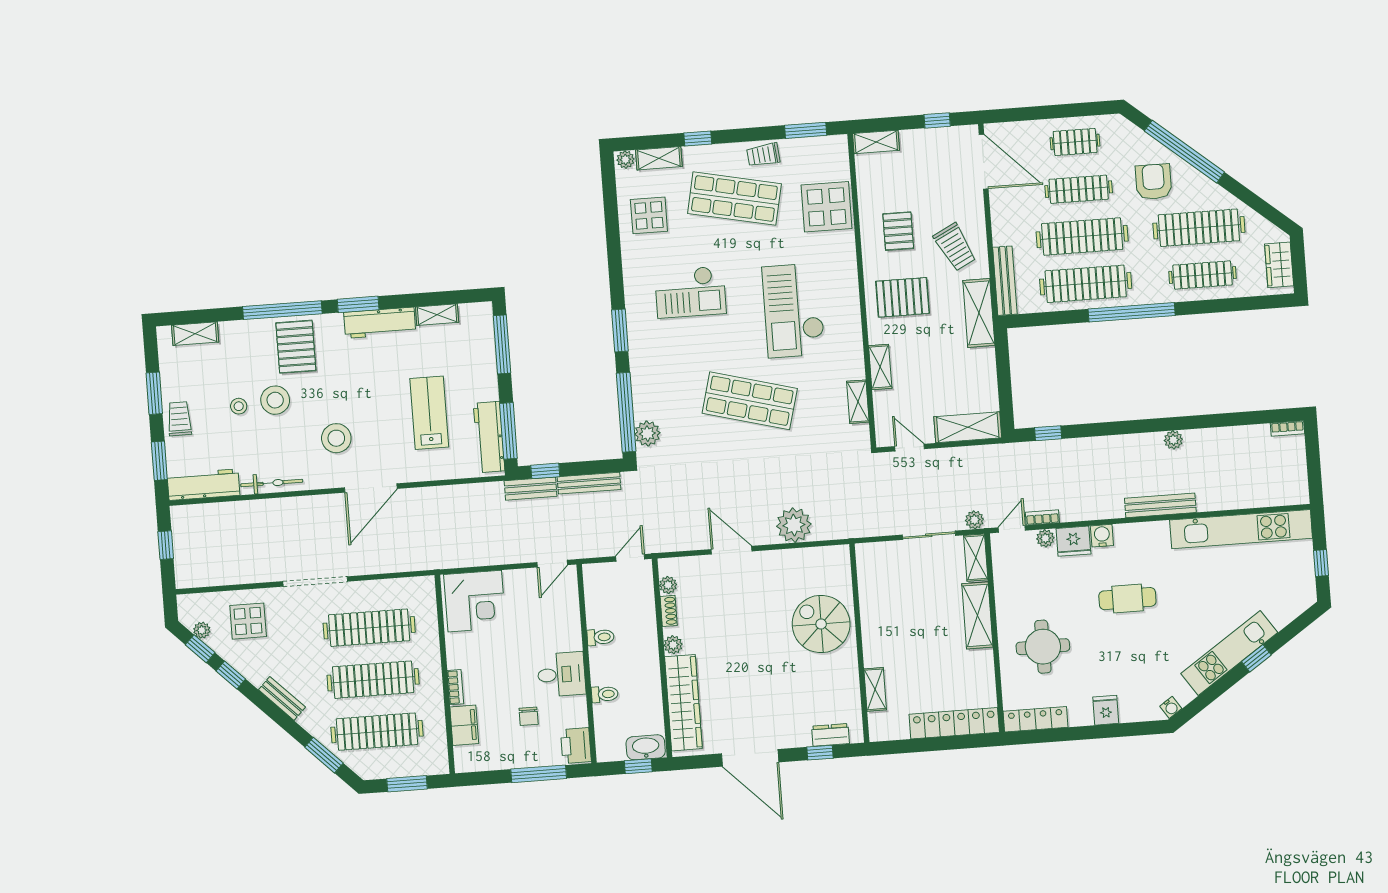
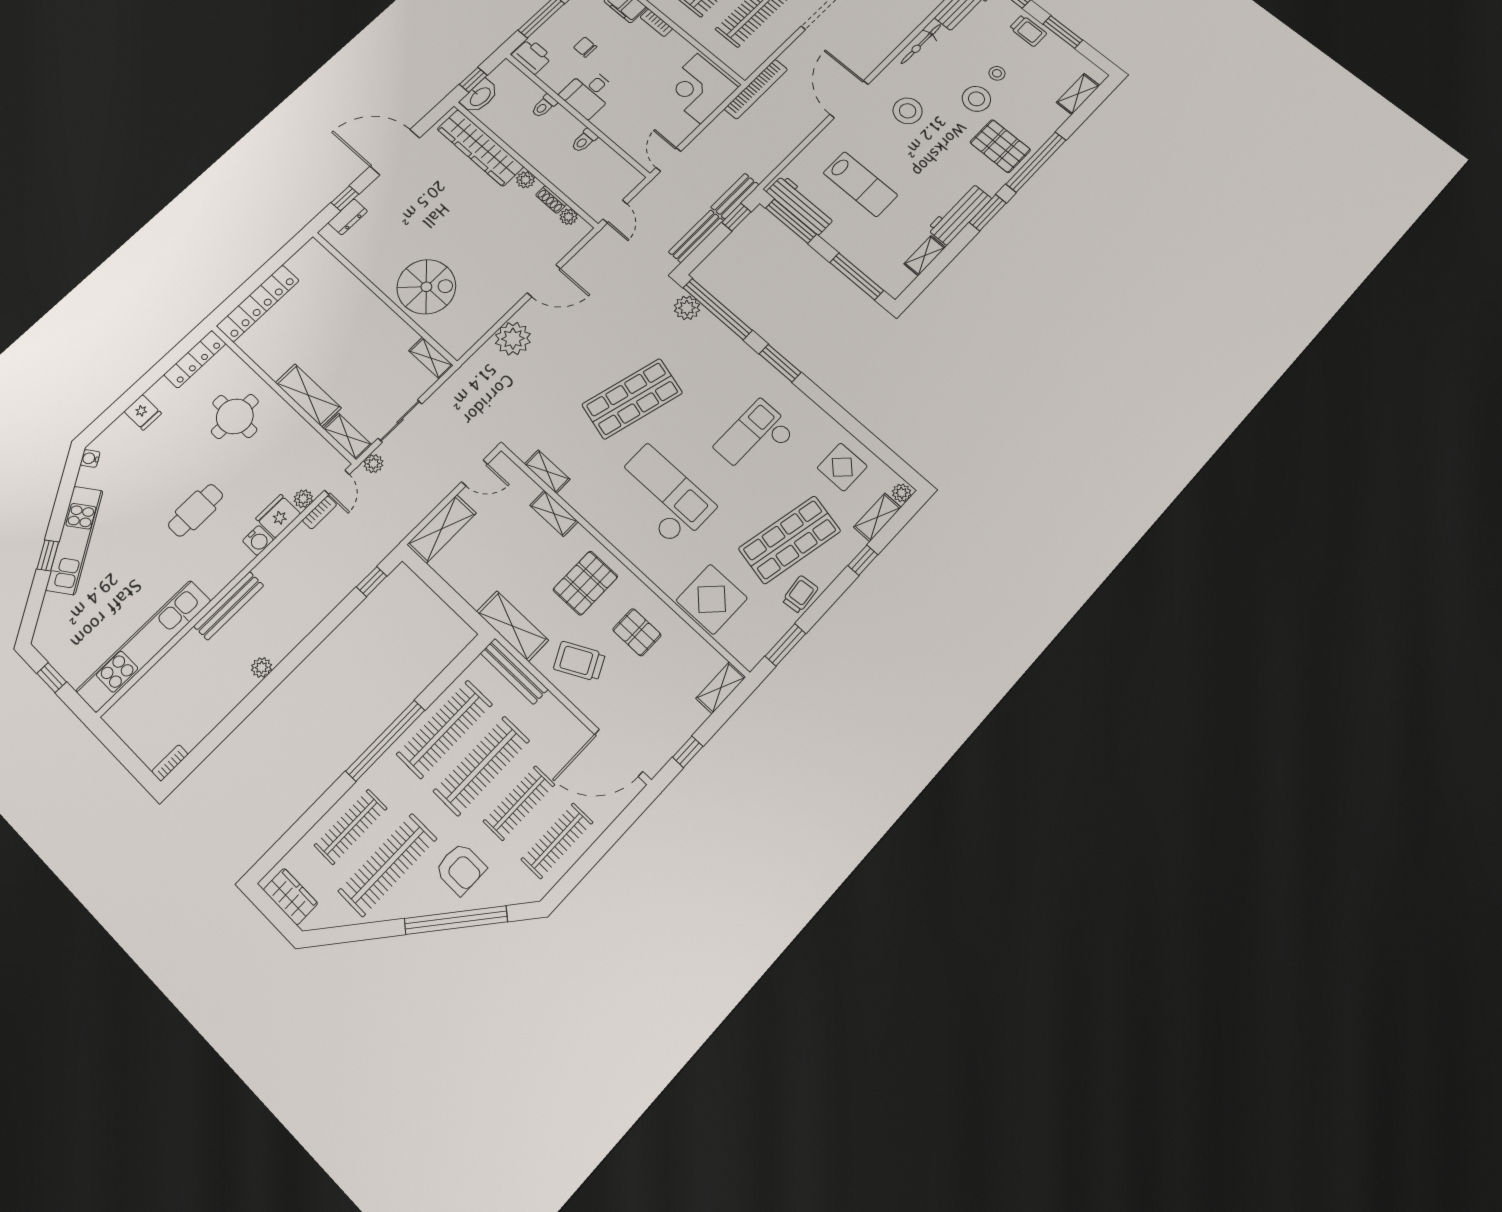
clothes rail: (1075, 142) -> (557, 841), width x1.36
bookcase: (433, 561) -> (756, 89), added
shelving: (875, 689) -> (431, 358), moved

